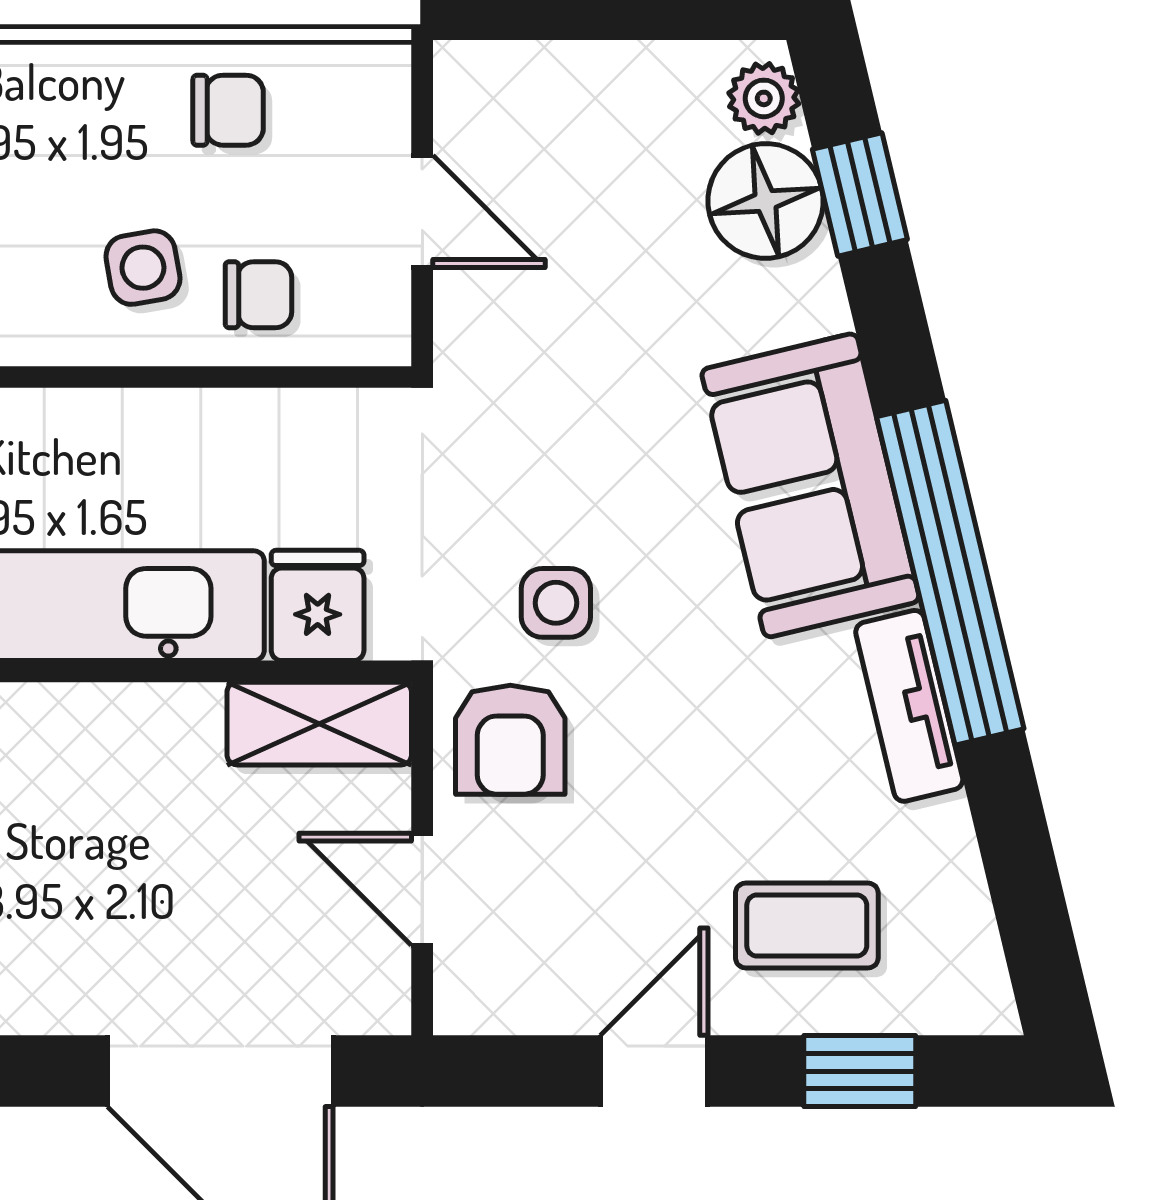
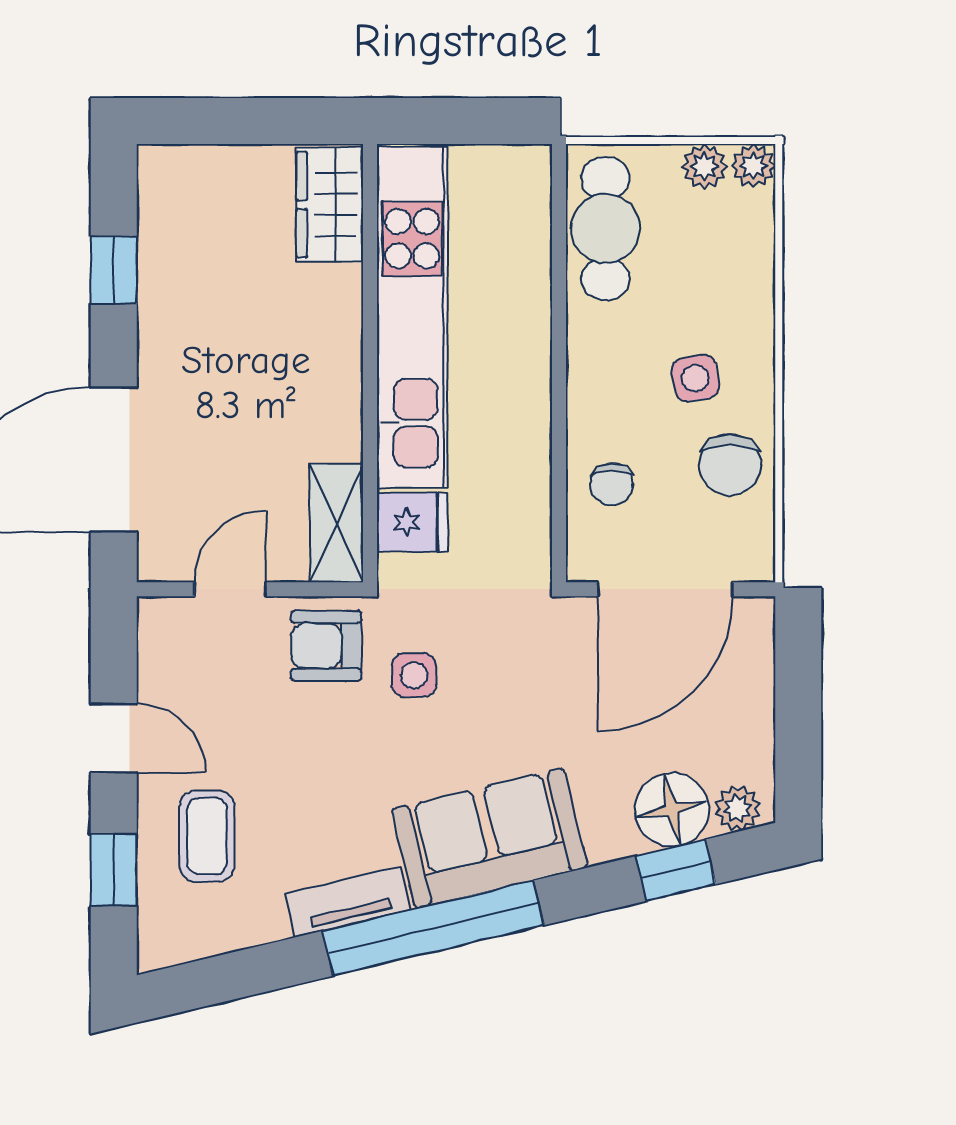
chair: (228, 110) -> (730, 465), width x1.37, depth x1.37
door: (422, 211) -> (665, 589), width x1.88
side table: (143, 268) -> (695, 378), moved

